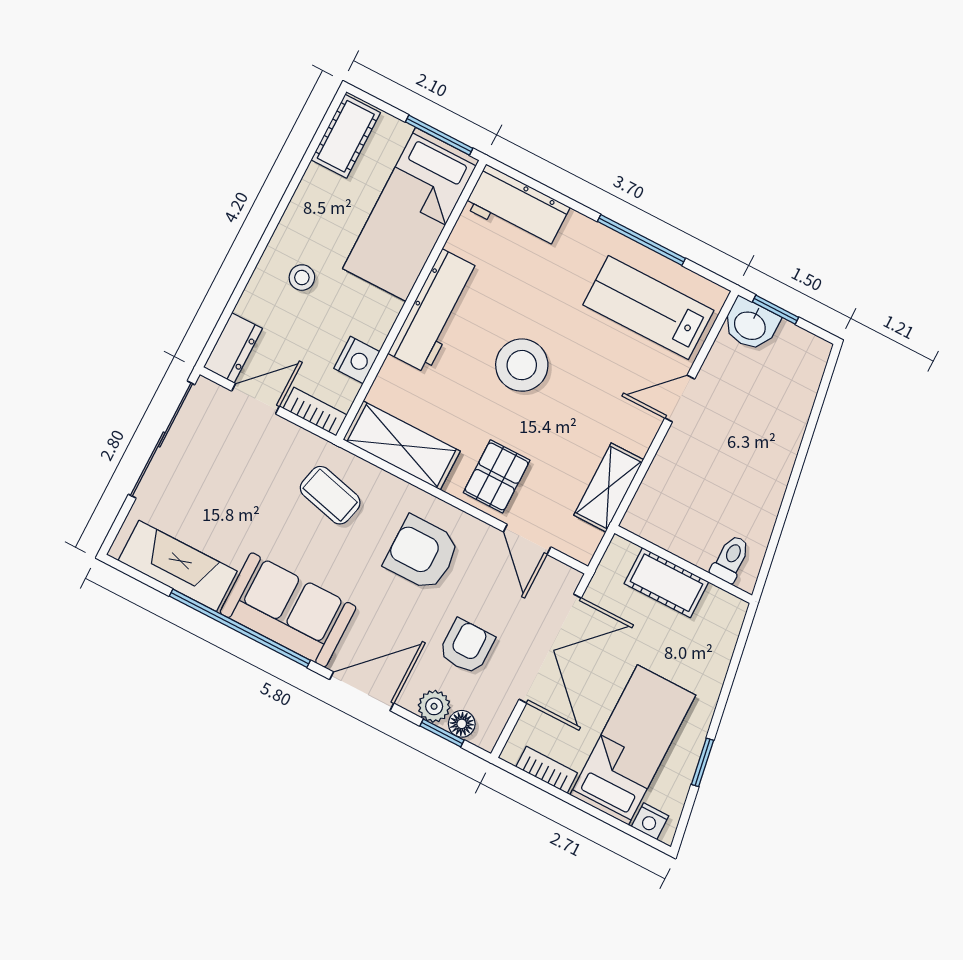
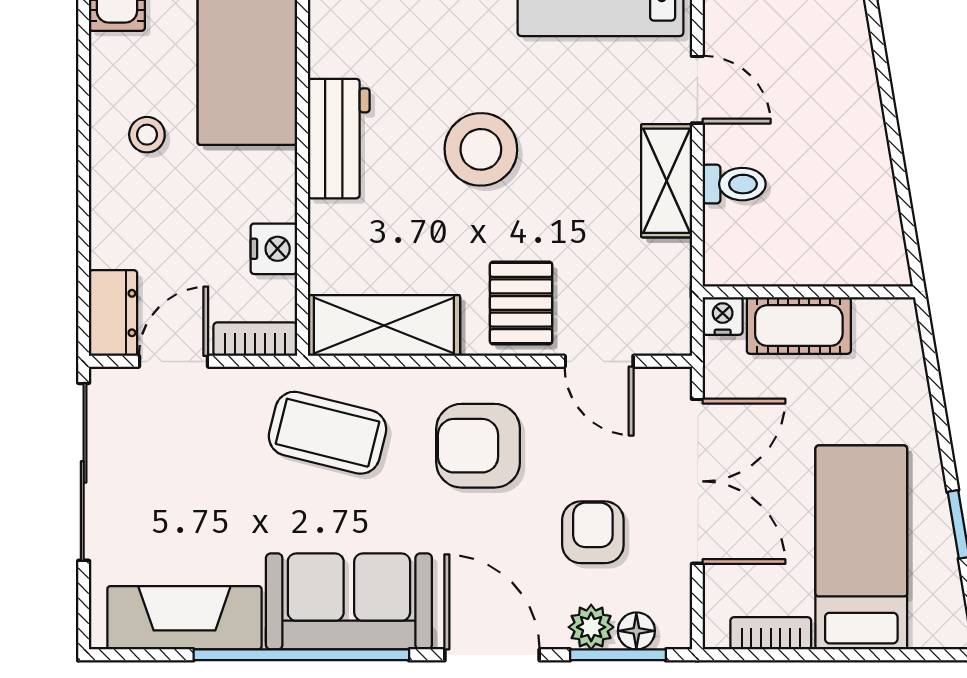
stool: (302, 278) -> (147, 135), moved
workbench: (435, 311) -> (339, 139), width x0.73
door: (680, 399) -> (697, 90), swing flipped
shelving: (609, 487) -> (667, 181), moved
coffee table: (330, 495) -> (328, 433), width x1.36, depth x1.30
toilet: (731, 559) -> (734, 184), moved, turned 90
door: (362, 691) -> (492, 655), hinge flipped
window: (442, 733) -> (618, 655), width x1.50
nightstand: (650, 821) -> (723, 316), moved, turned 180

